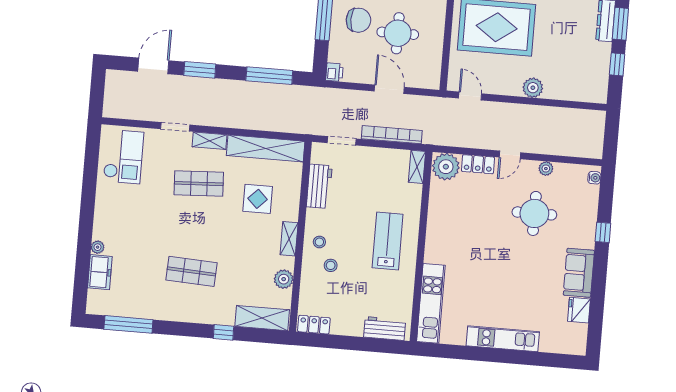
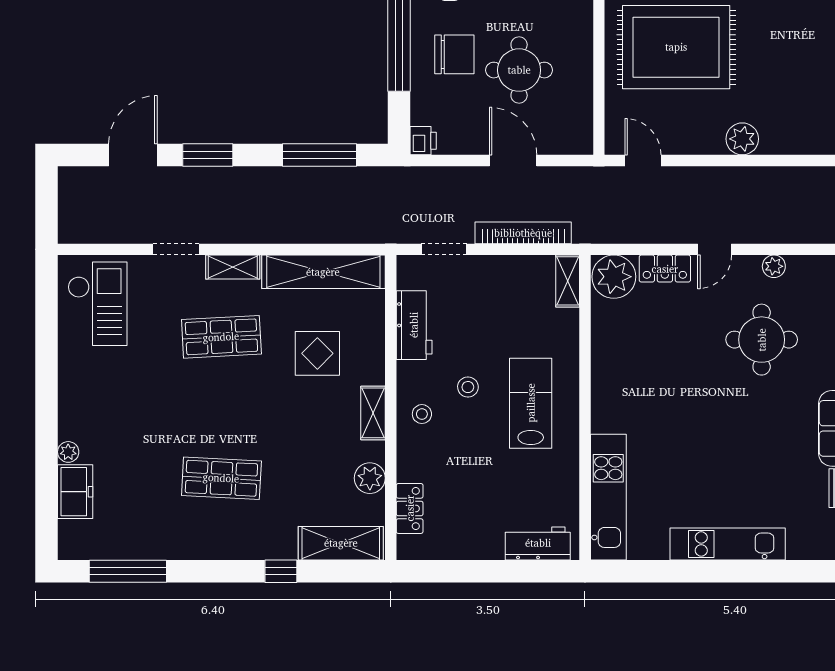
stool: (331, 265) -> (468, 387), moved
locker: (314, 325) -> (410, 508), moved, turned 90

